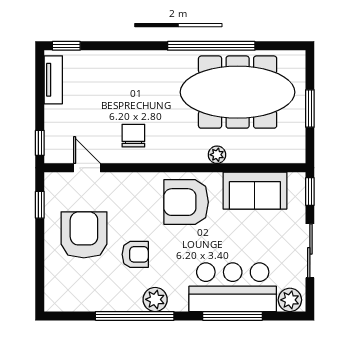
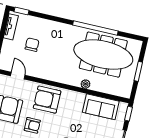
chair: (133, 136) -> (32, 45), moved
armchair: (186, 202) -> (47, 100), moved

